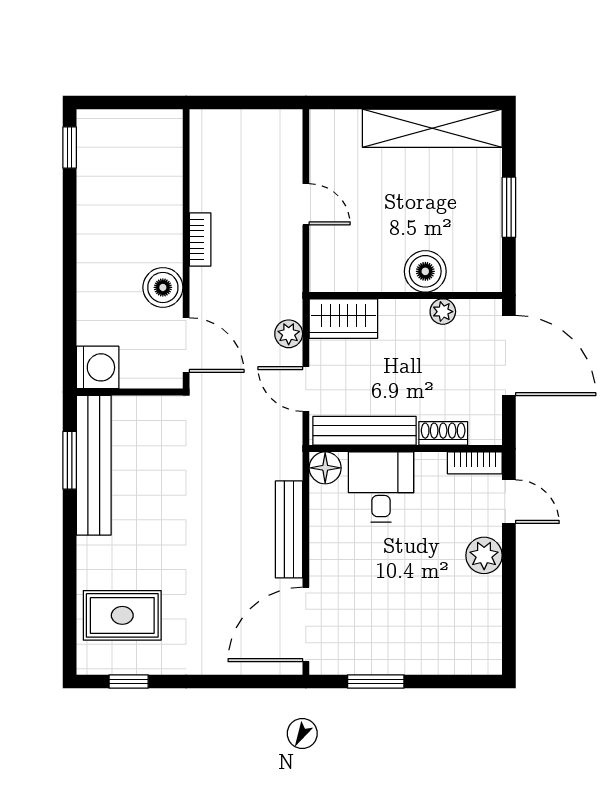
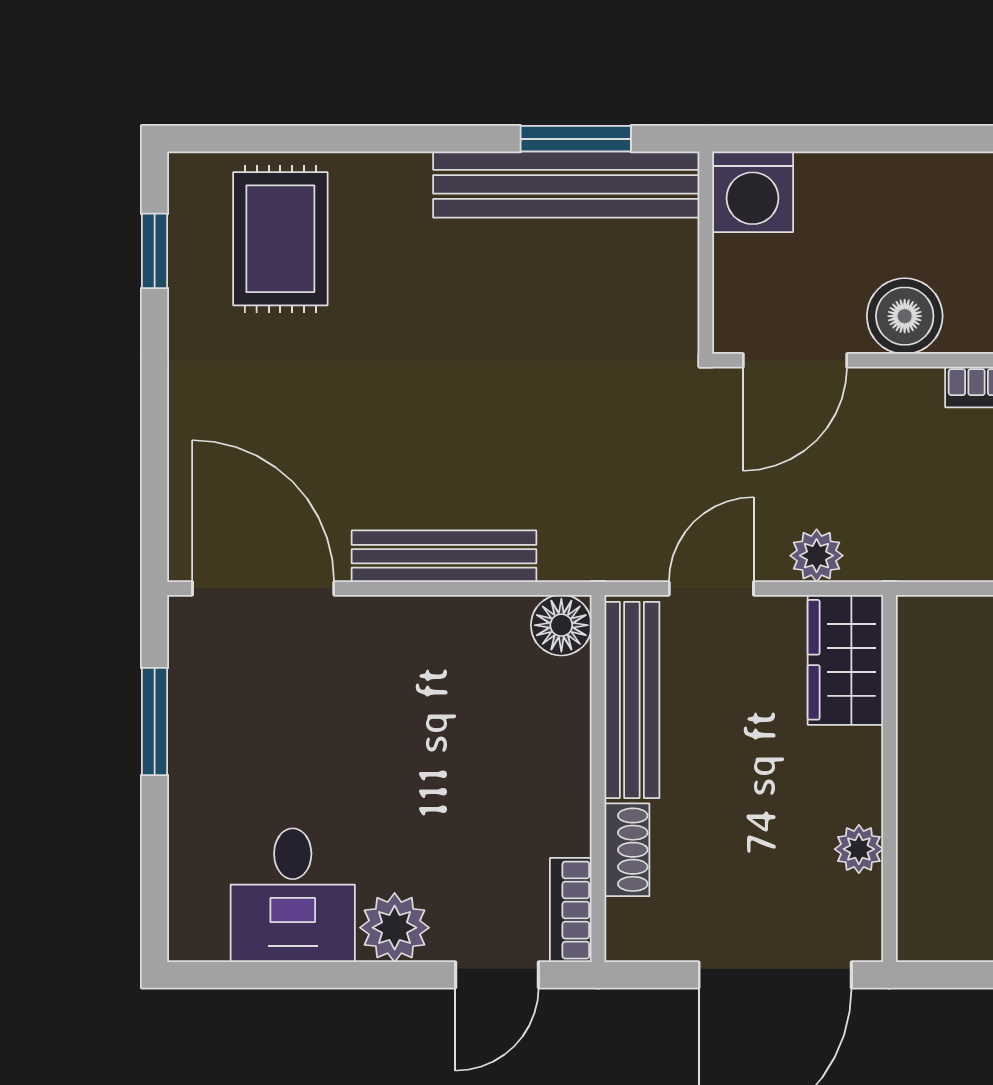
boiler: (425, 271) -> (935, 816), removed
desk: (381, 487) -> (293, 895), moved, turned 90

